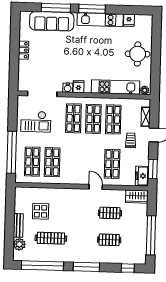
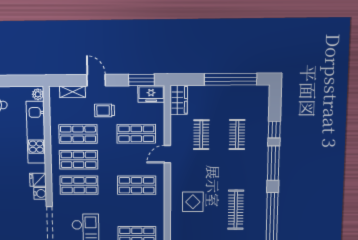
shop shelf: (52, 162) -> (137, 185), moved
display table: (41, 211) -> (193, 202), moved
window: (128, 268) -> (274, 130), moved

